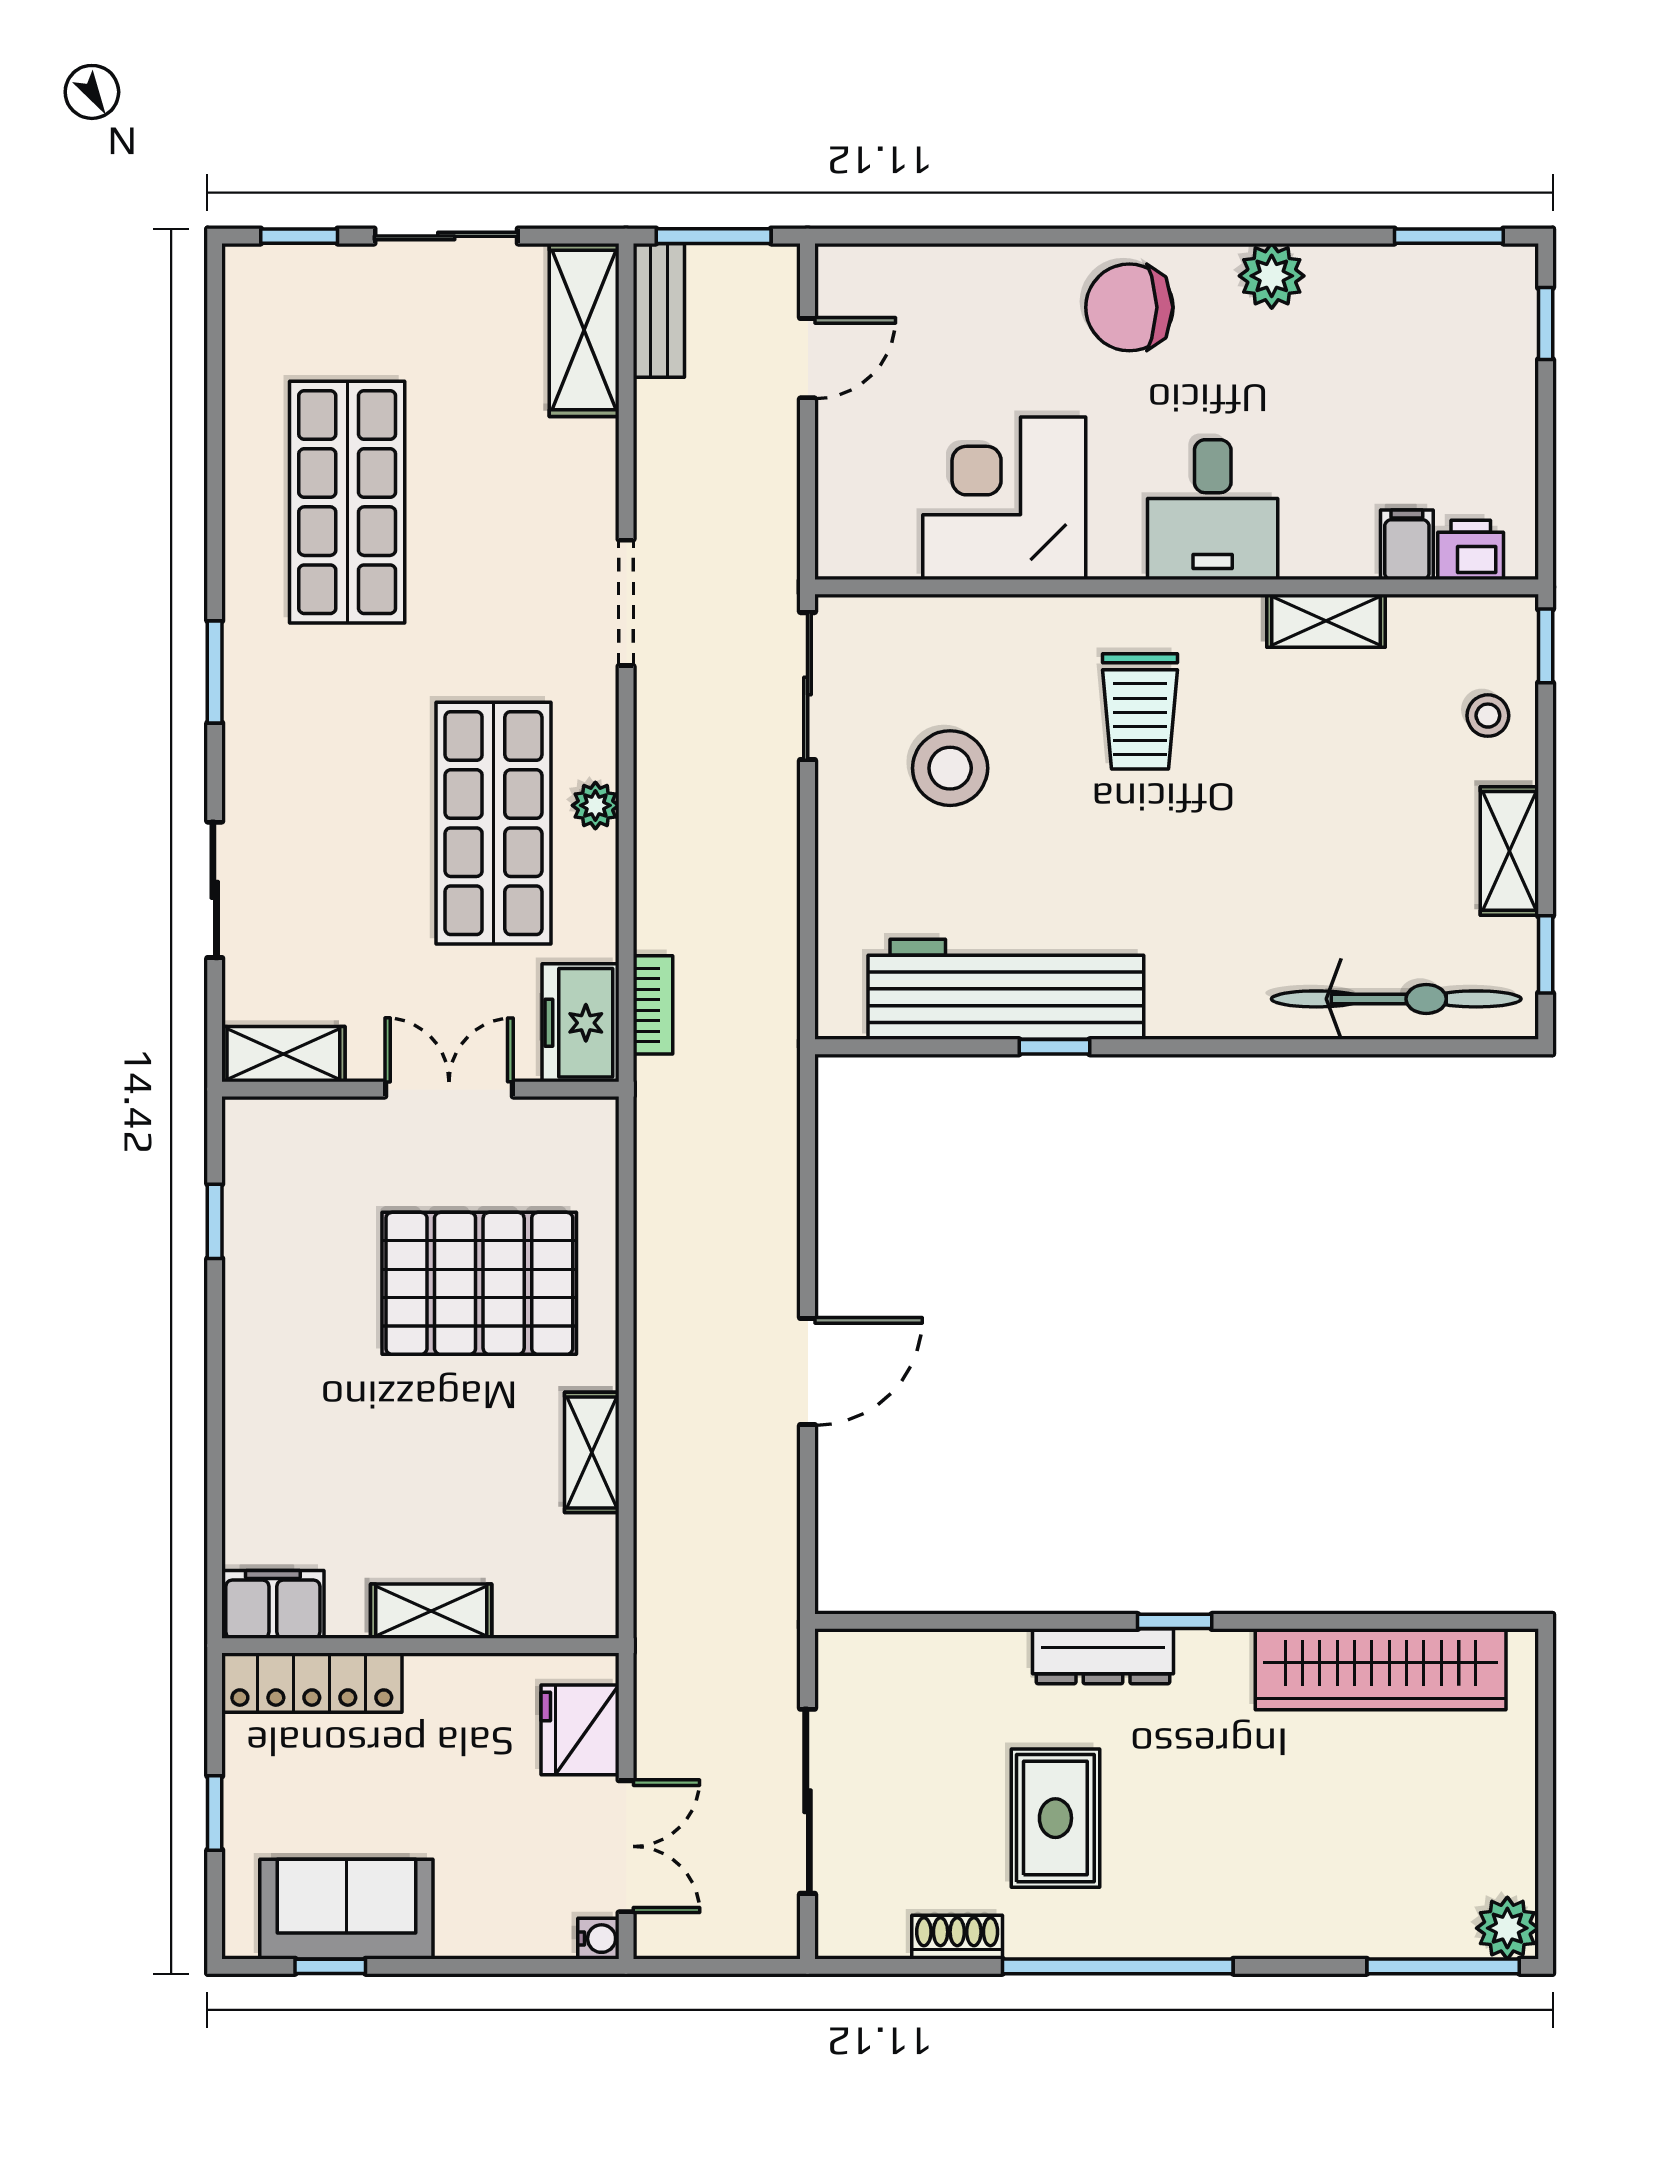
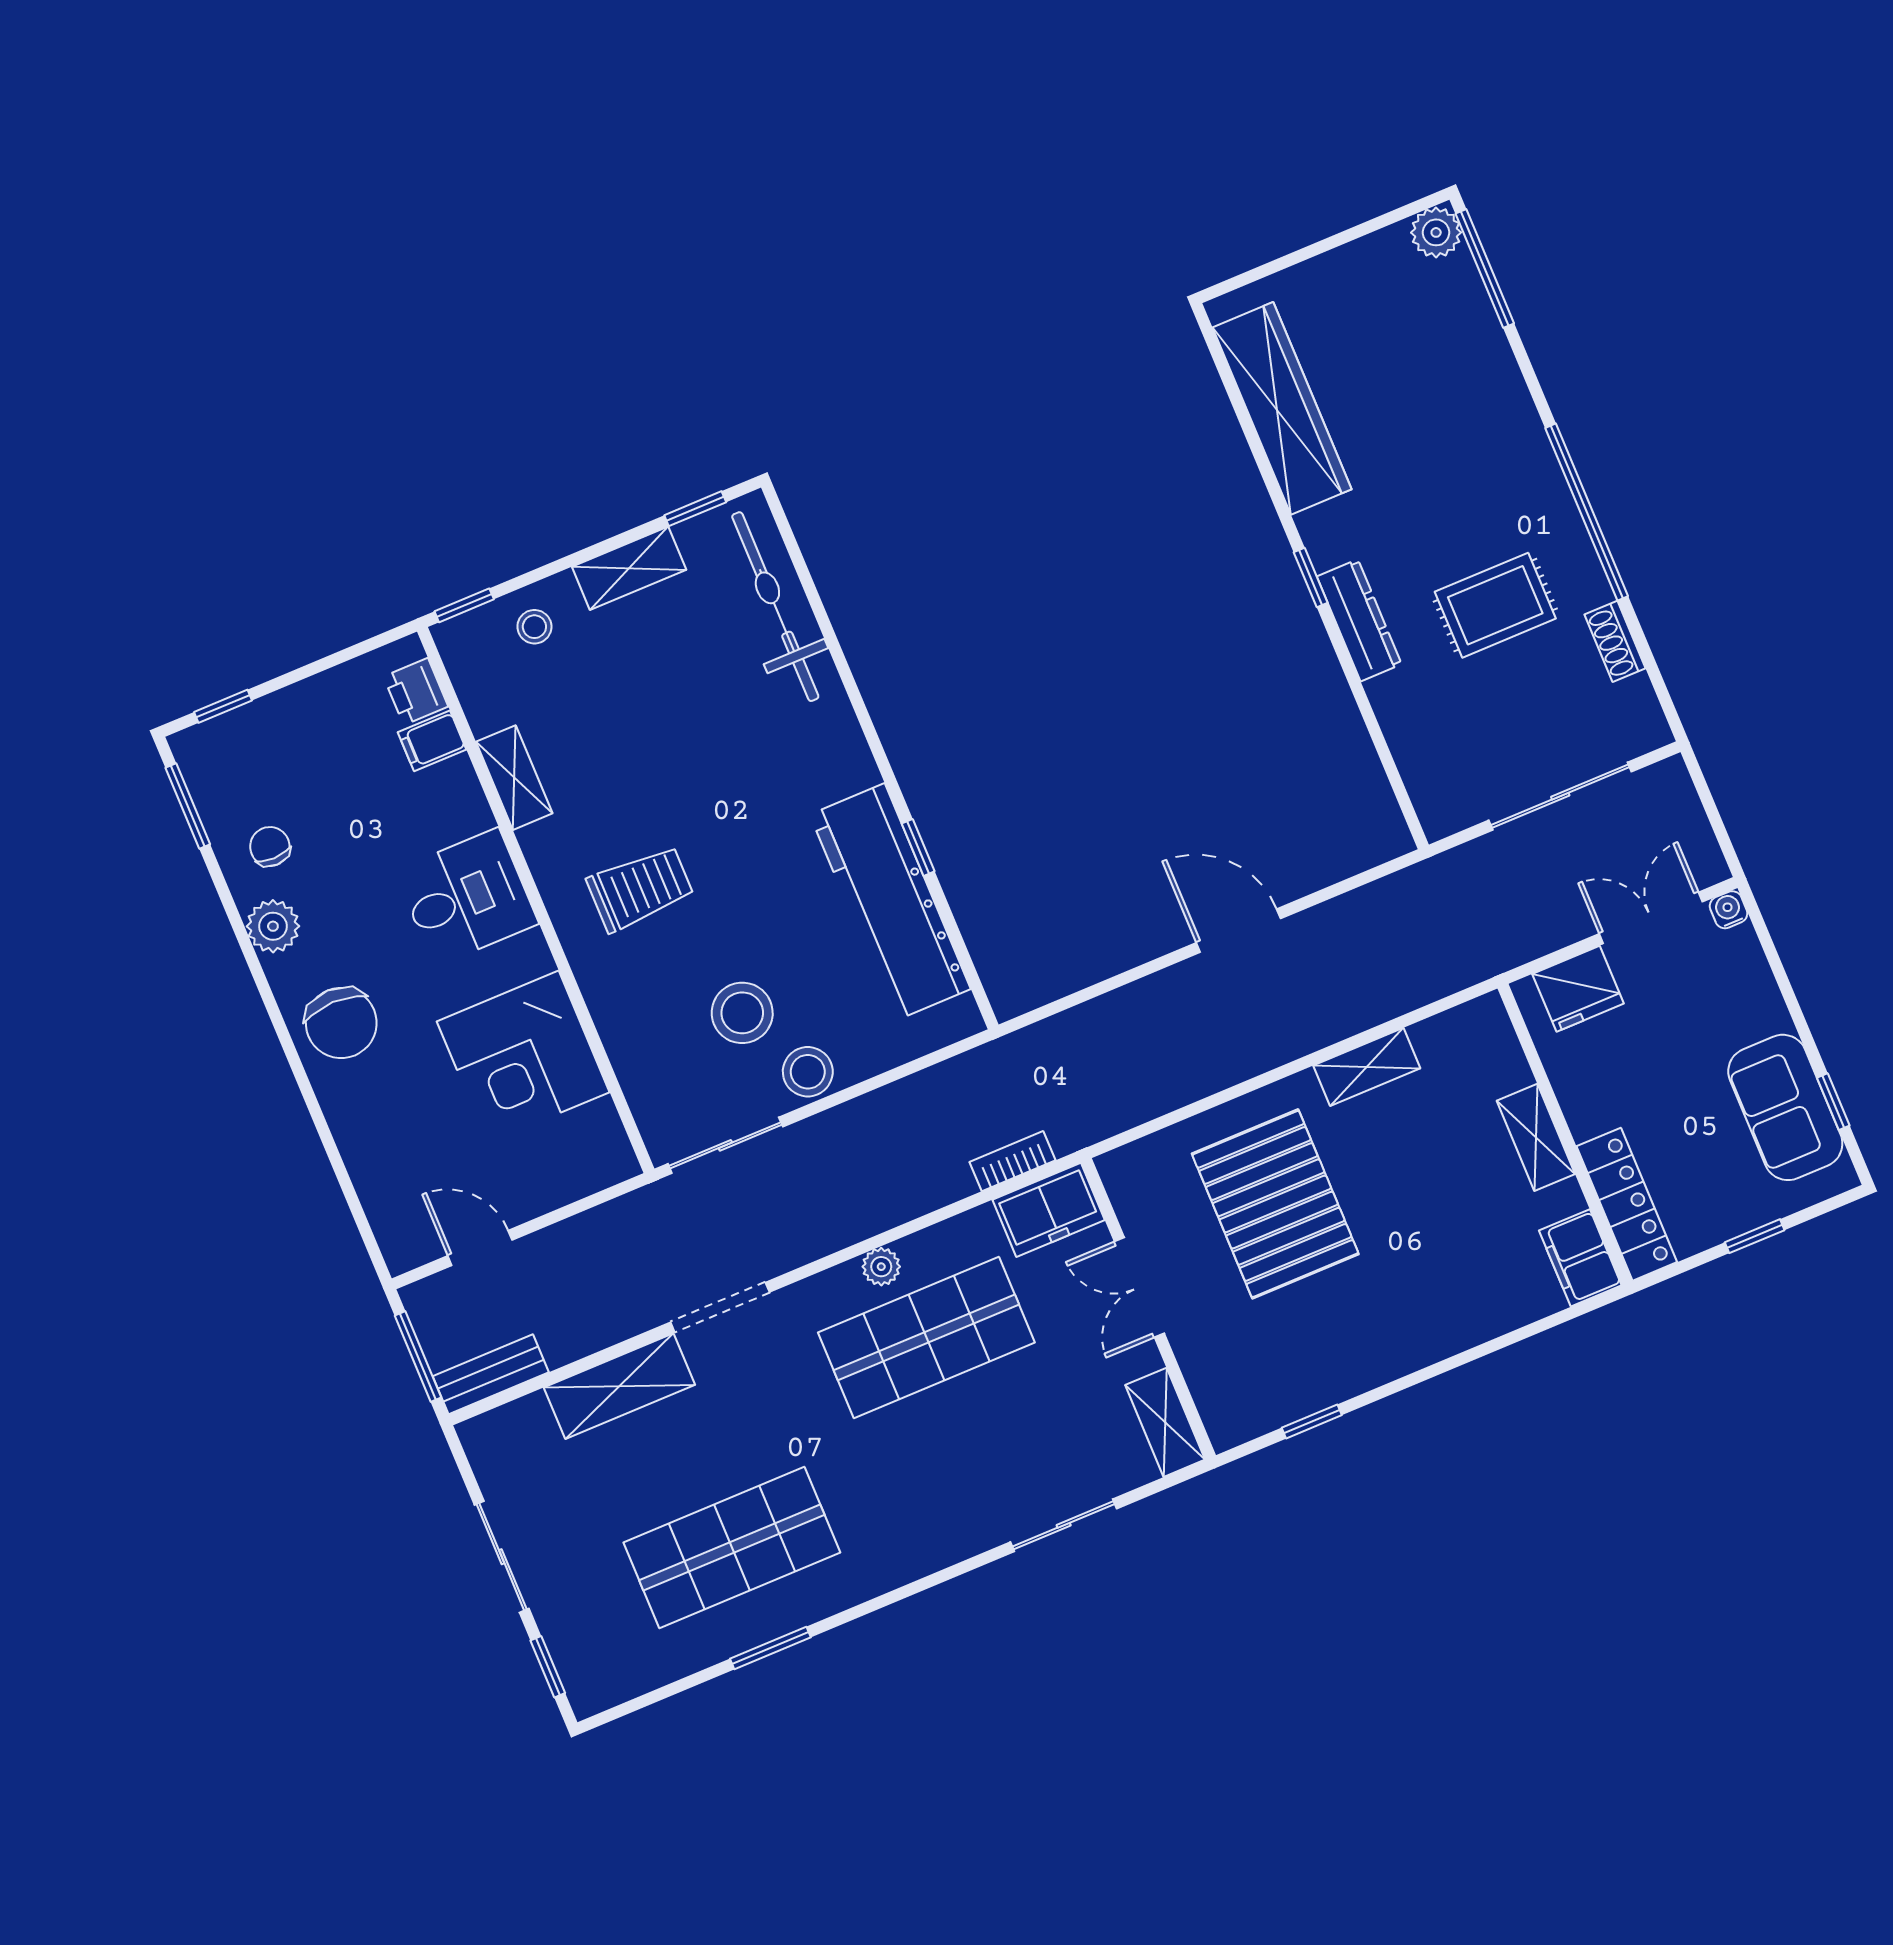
chair: (1364, 310) -> (270, 847), added
shelving: (584, 330) -> (619, 1386), moved
window: (215, 672) -> (770, 1648), moved
stool: (852, 815) -> (808, 1072), added

